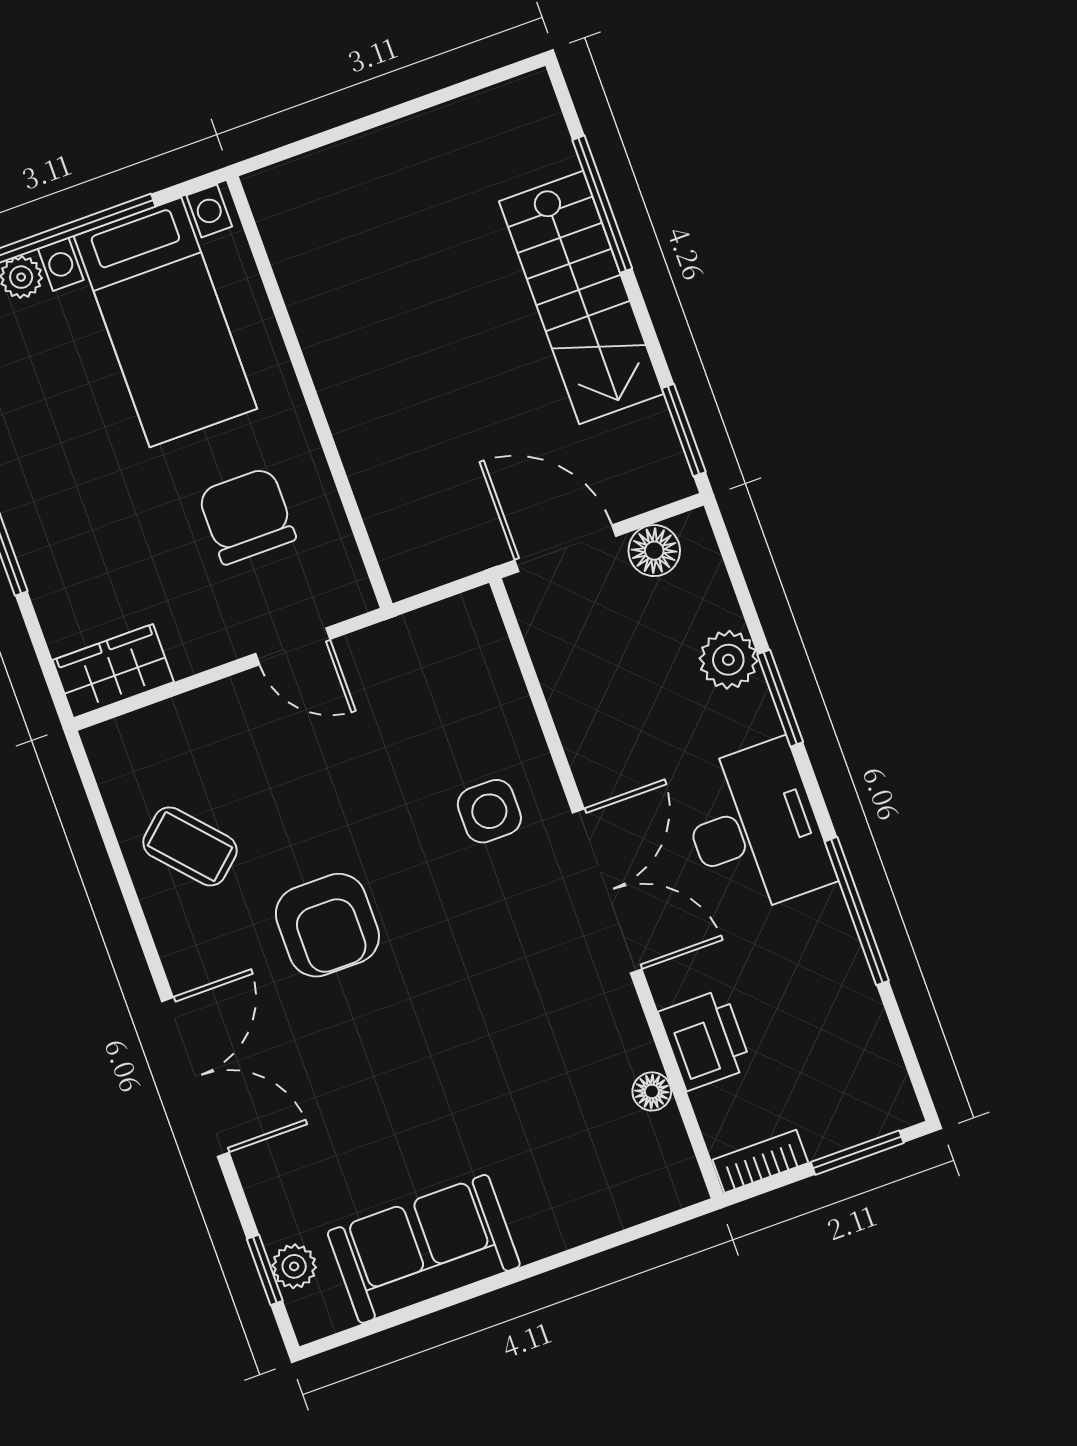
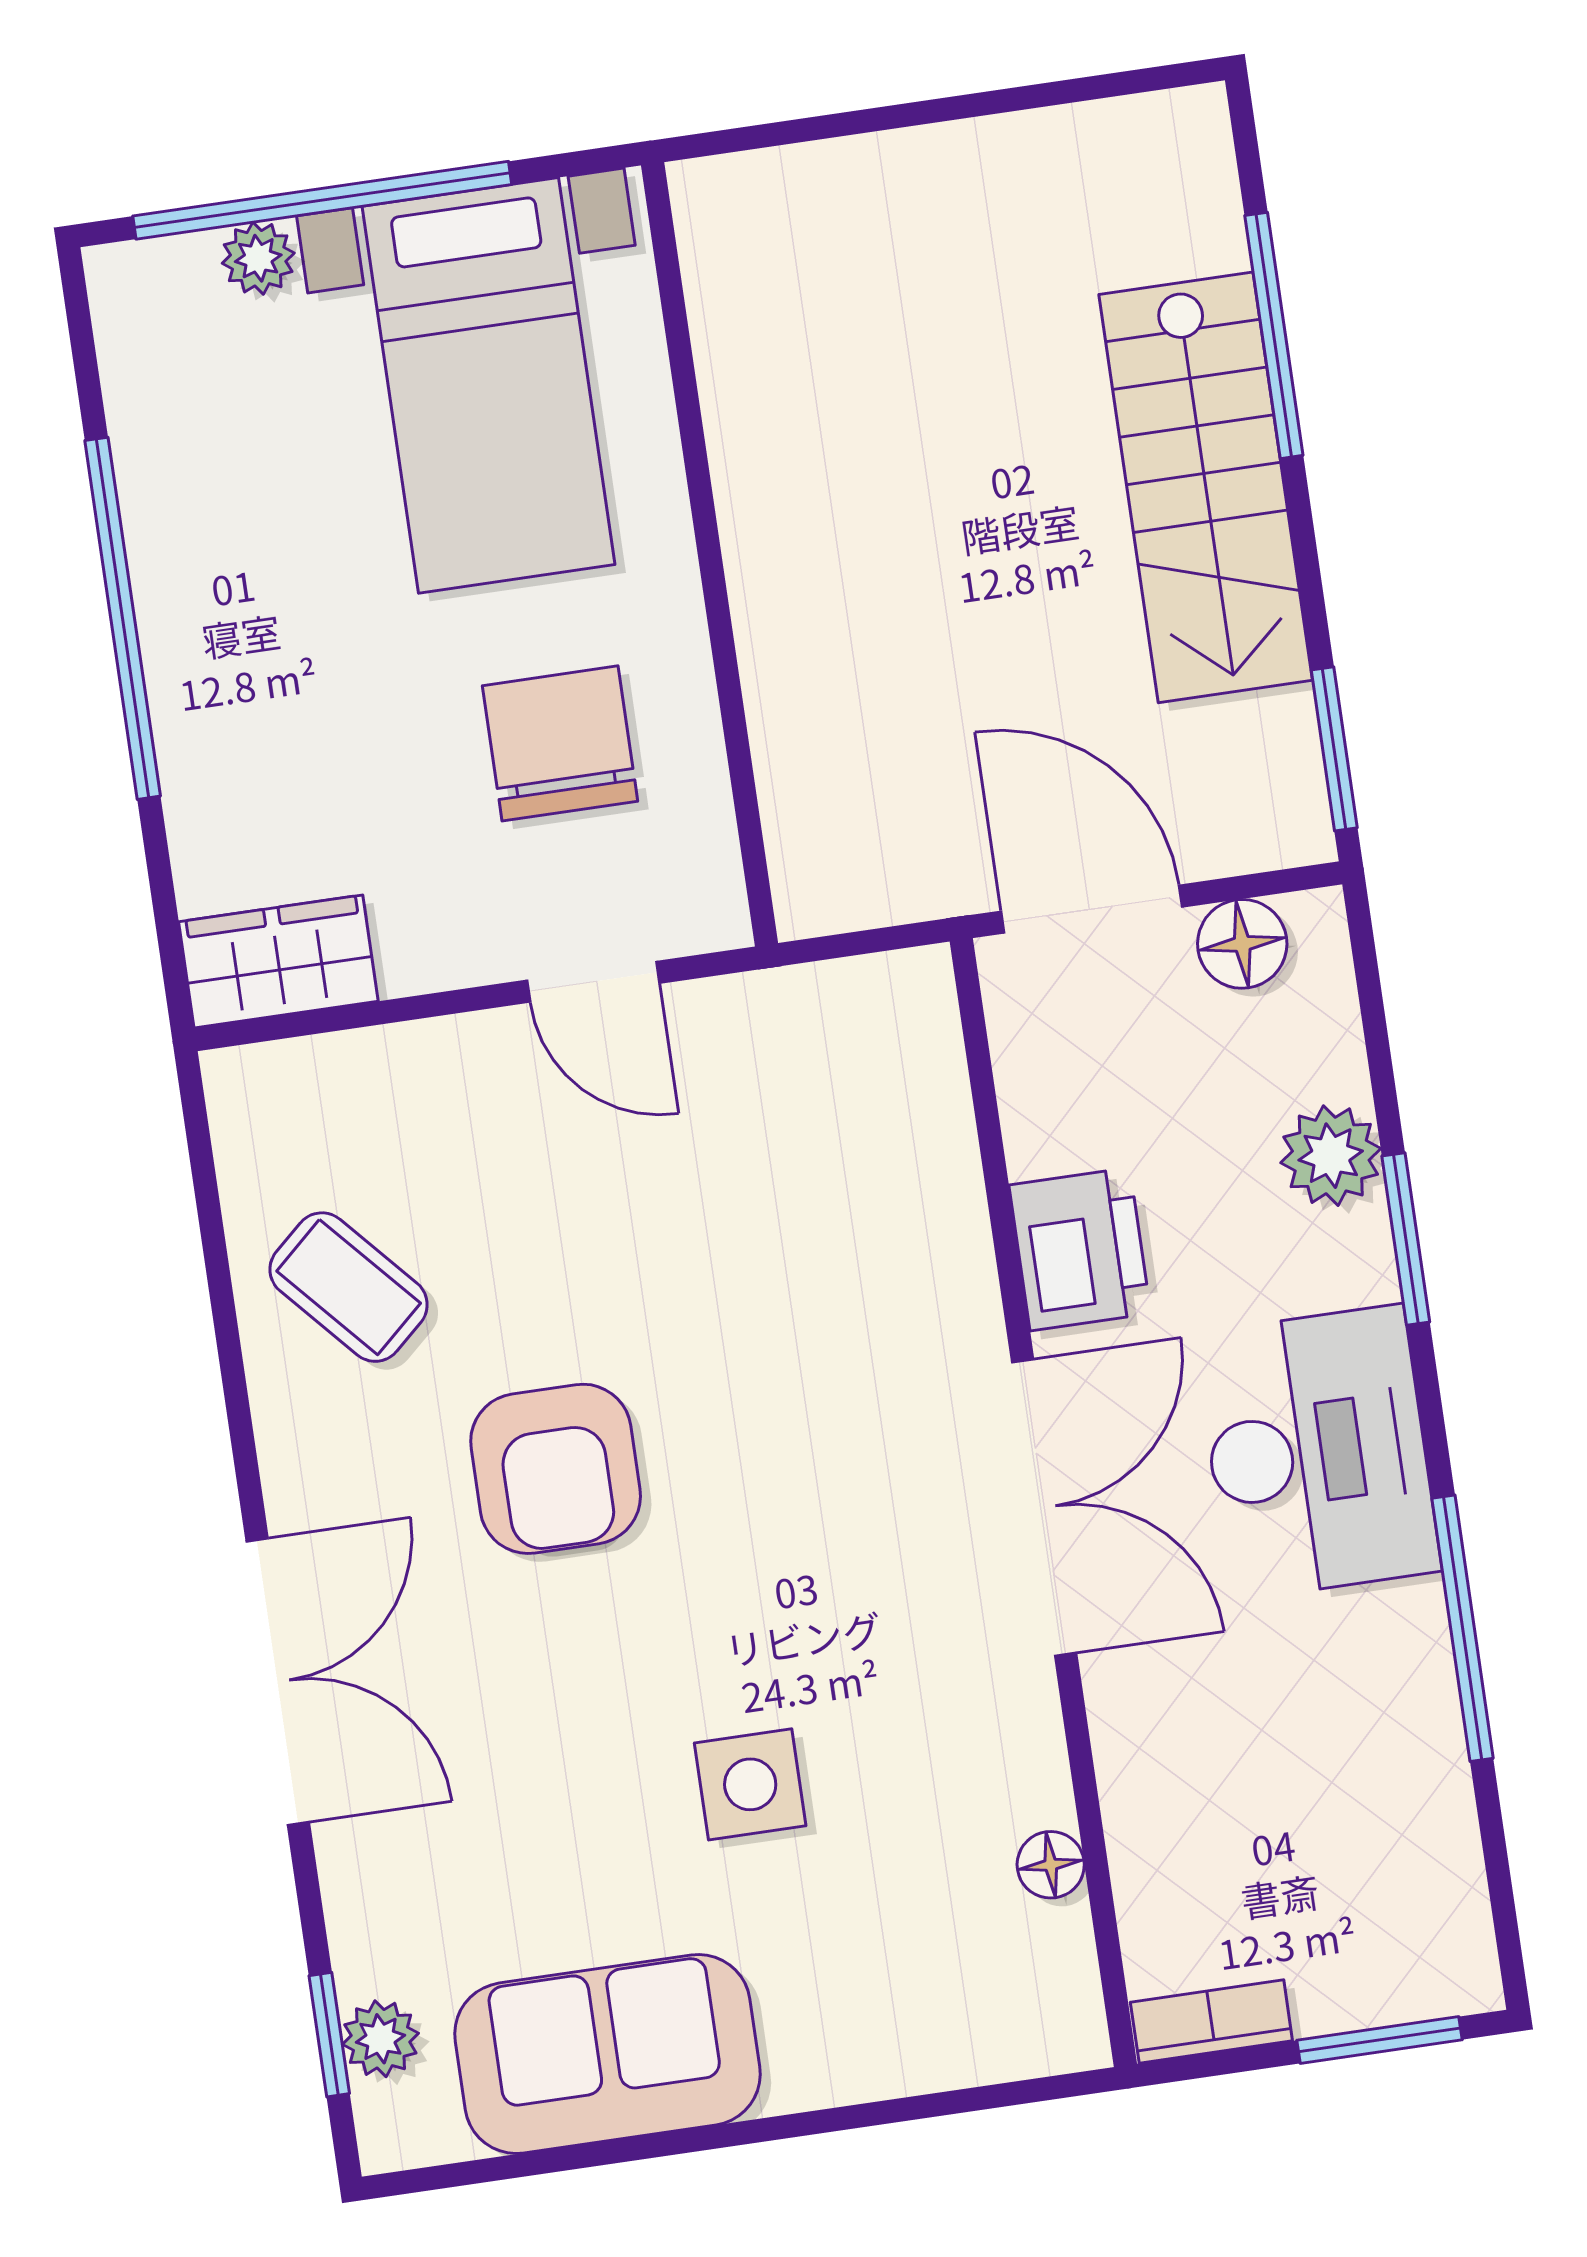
side table: (489, 811) -> (750, 1784), moved
printer: (705, 1040) -> (1080, 1249), moved

